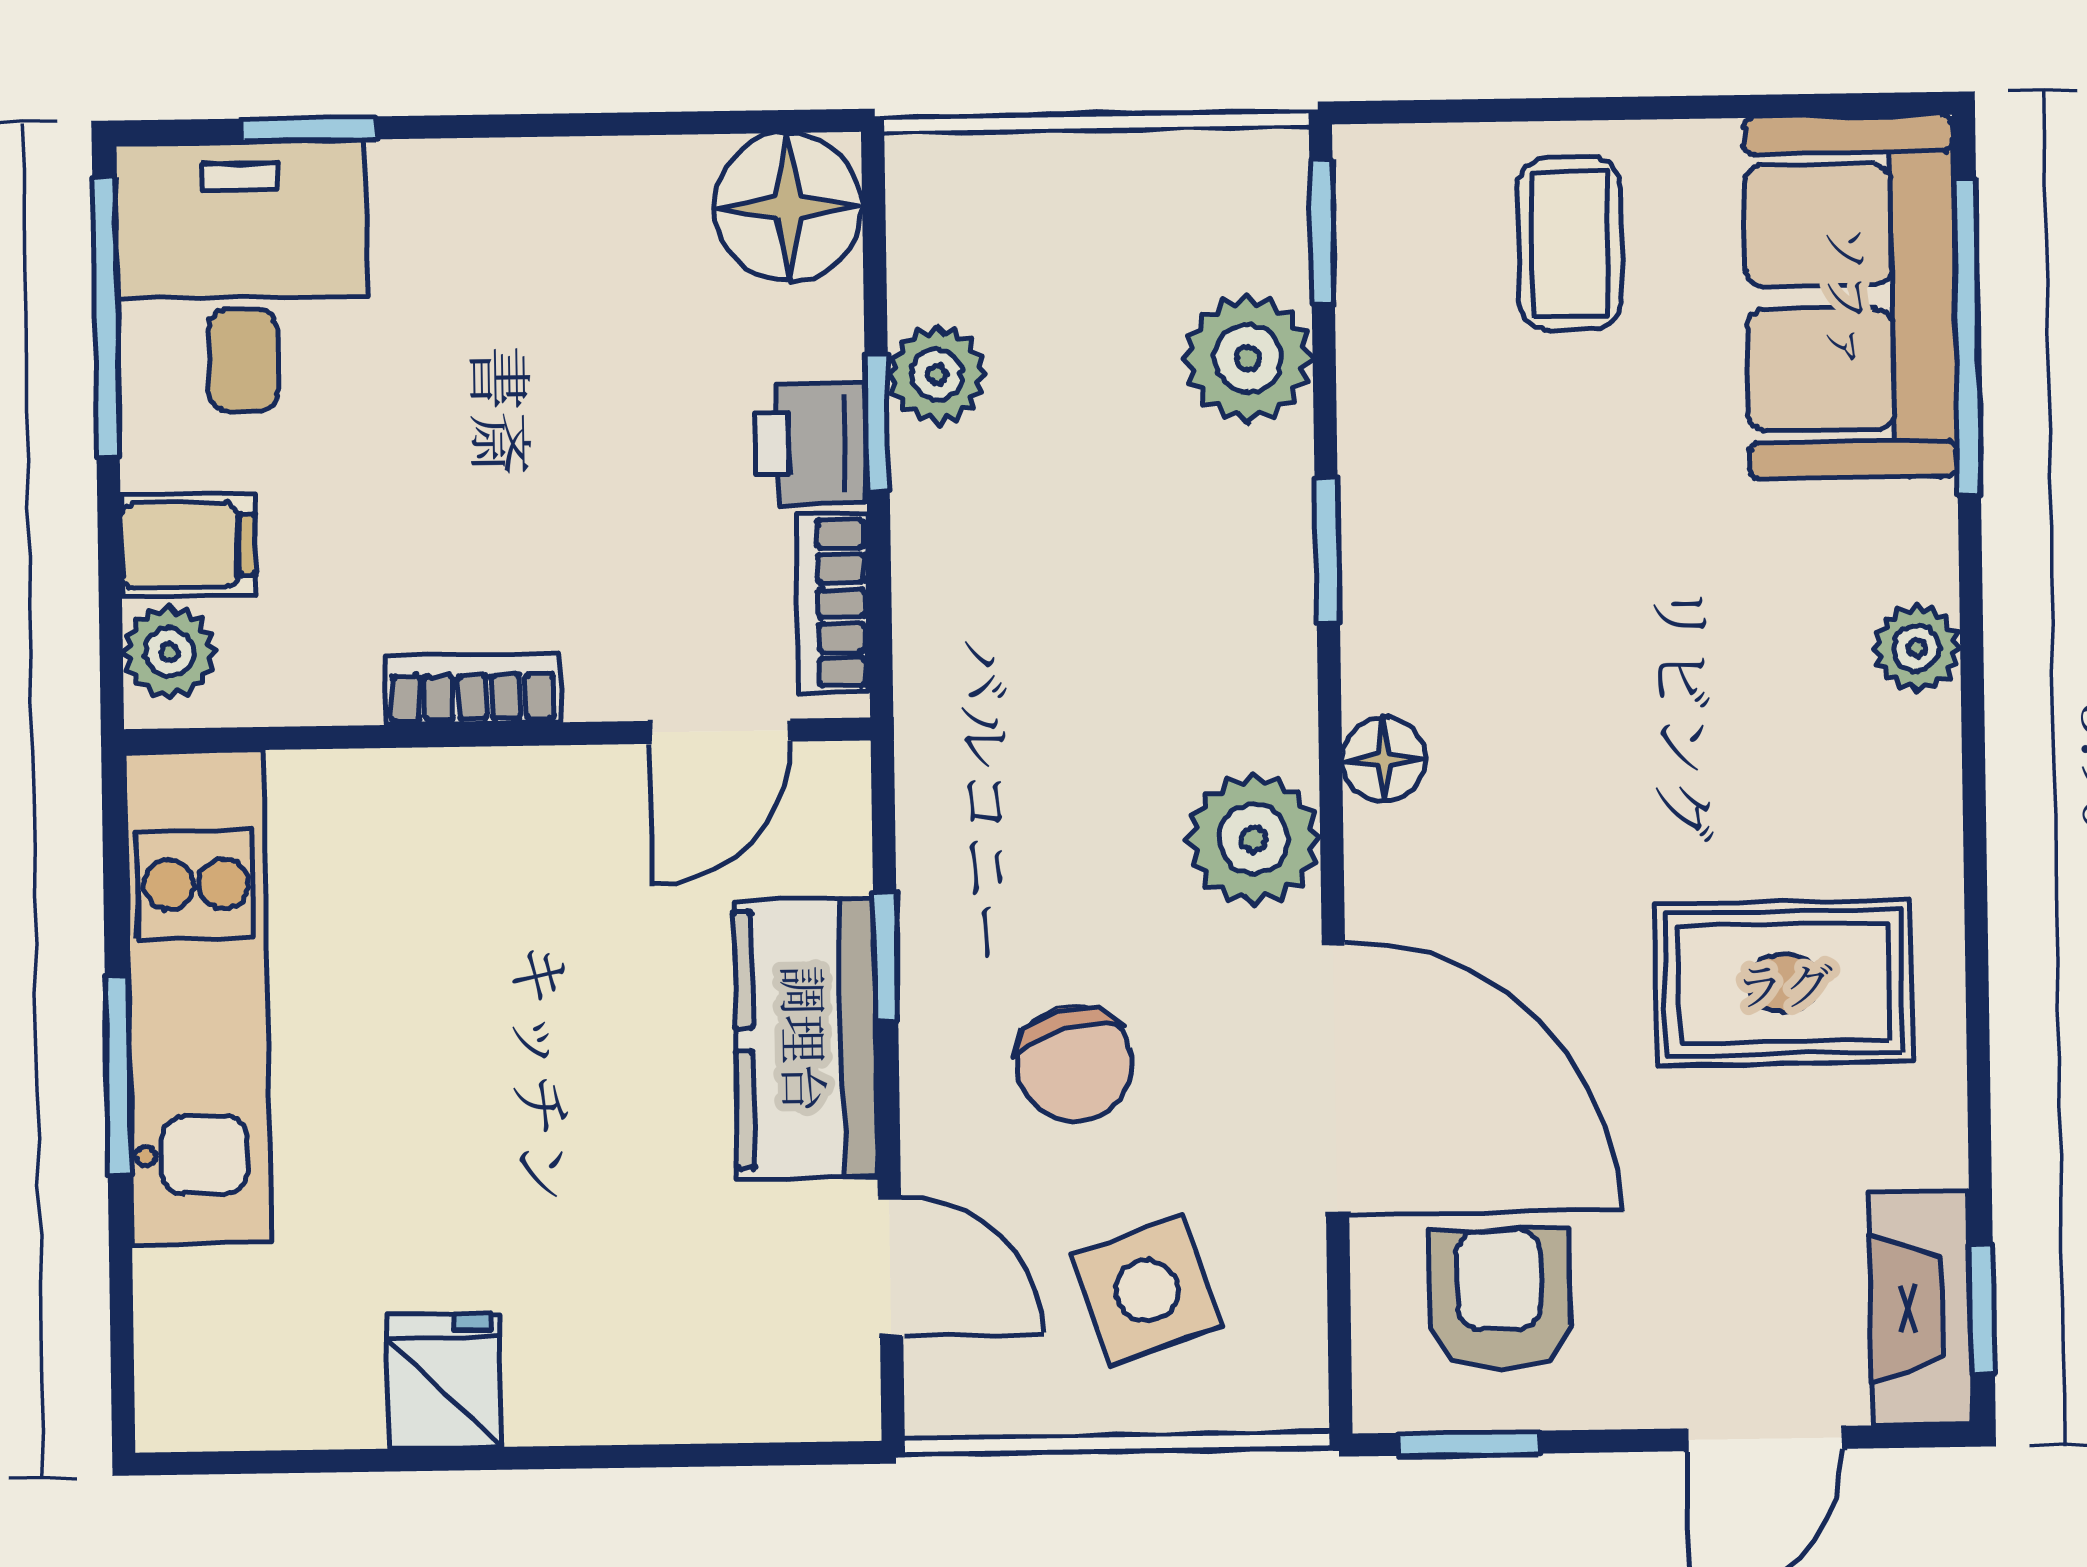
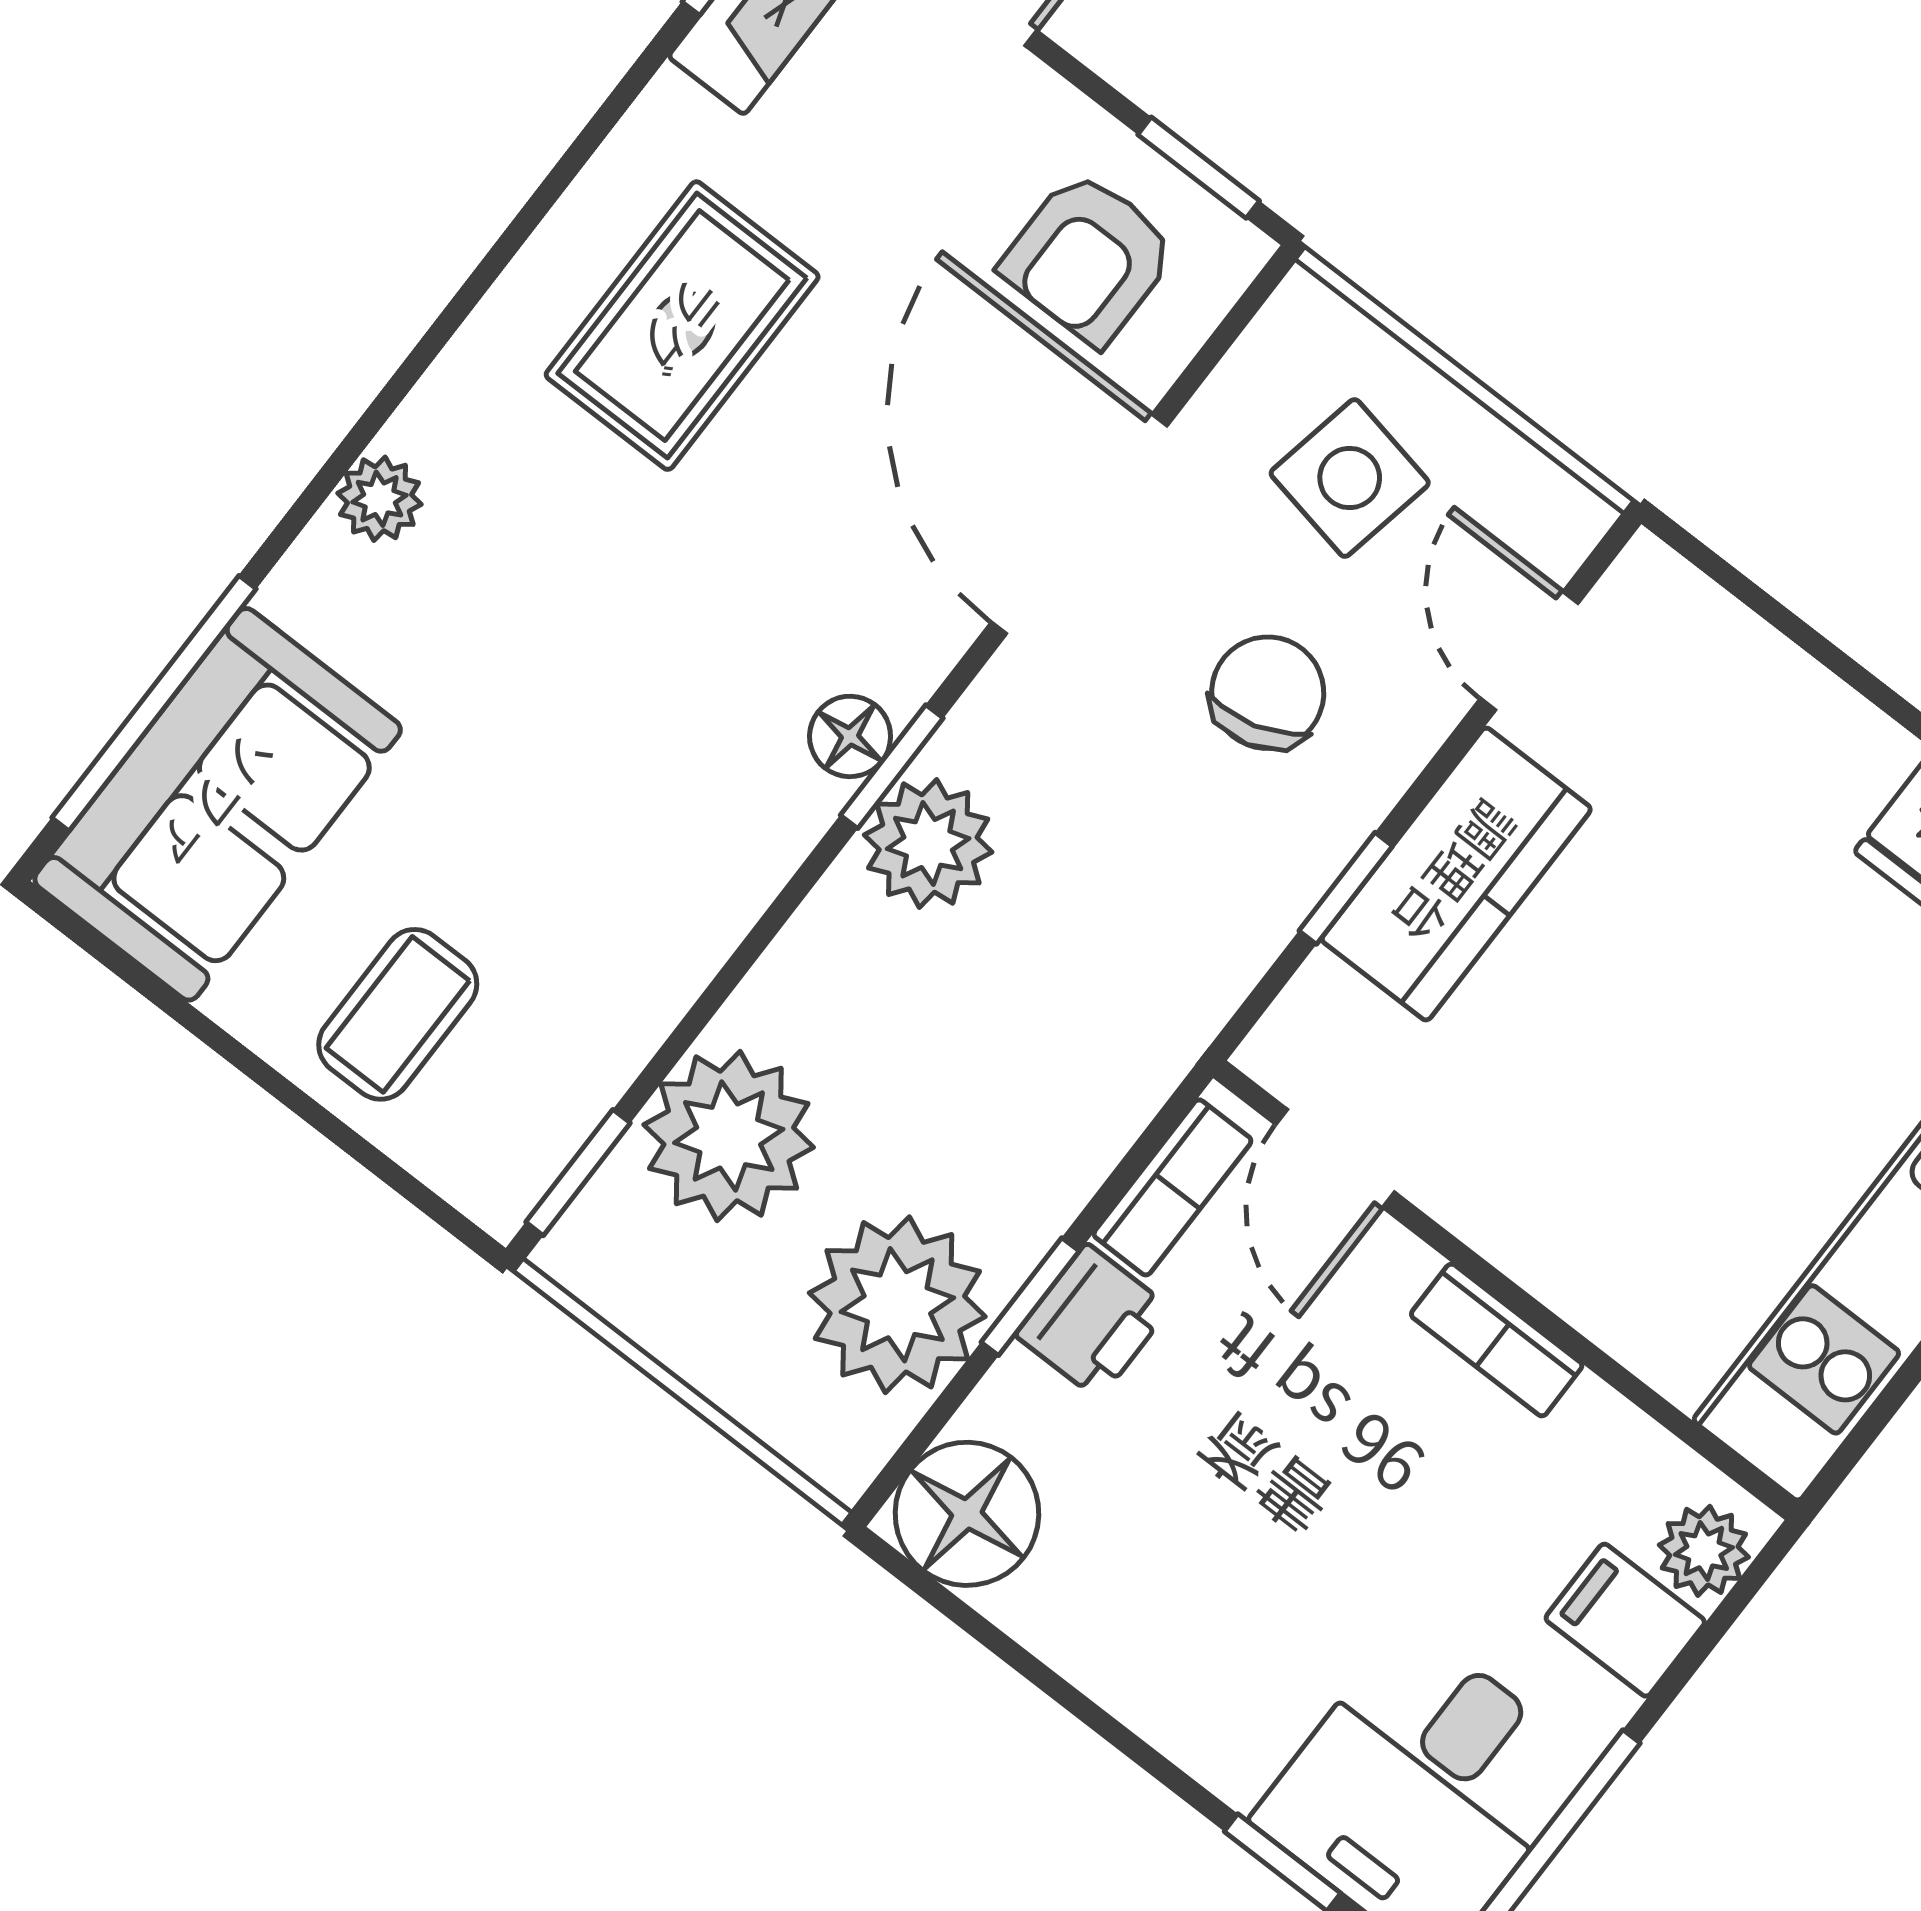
plant: (1248, 358) -> (729, 1136), width x1.36, depth x1.36
plant: (937, 375) -> (897, 1305), width x1.88, depth x1.88
window: (1327, 551) -> (892, 767), moved
door: (720, 731) -> (1335, 1158), swing flipped
plant: (1253, 839) -> (928, 844), moved
rug: (1784, 983) -> (682, 326), turned 90
side table: (1147, 1290) -> (1350, 478), turned 30

